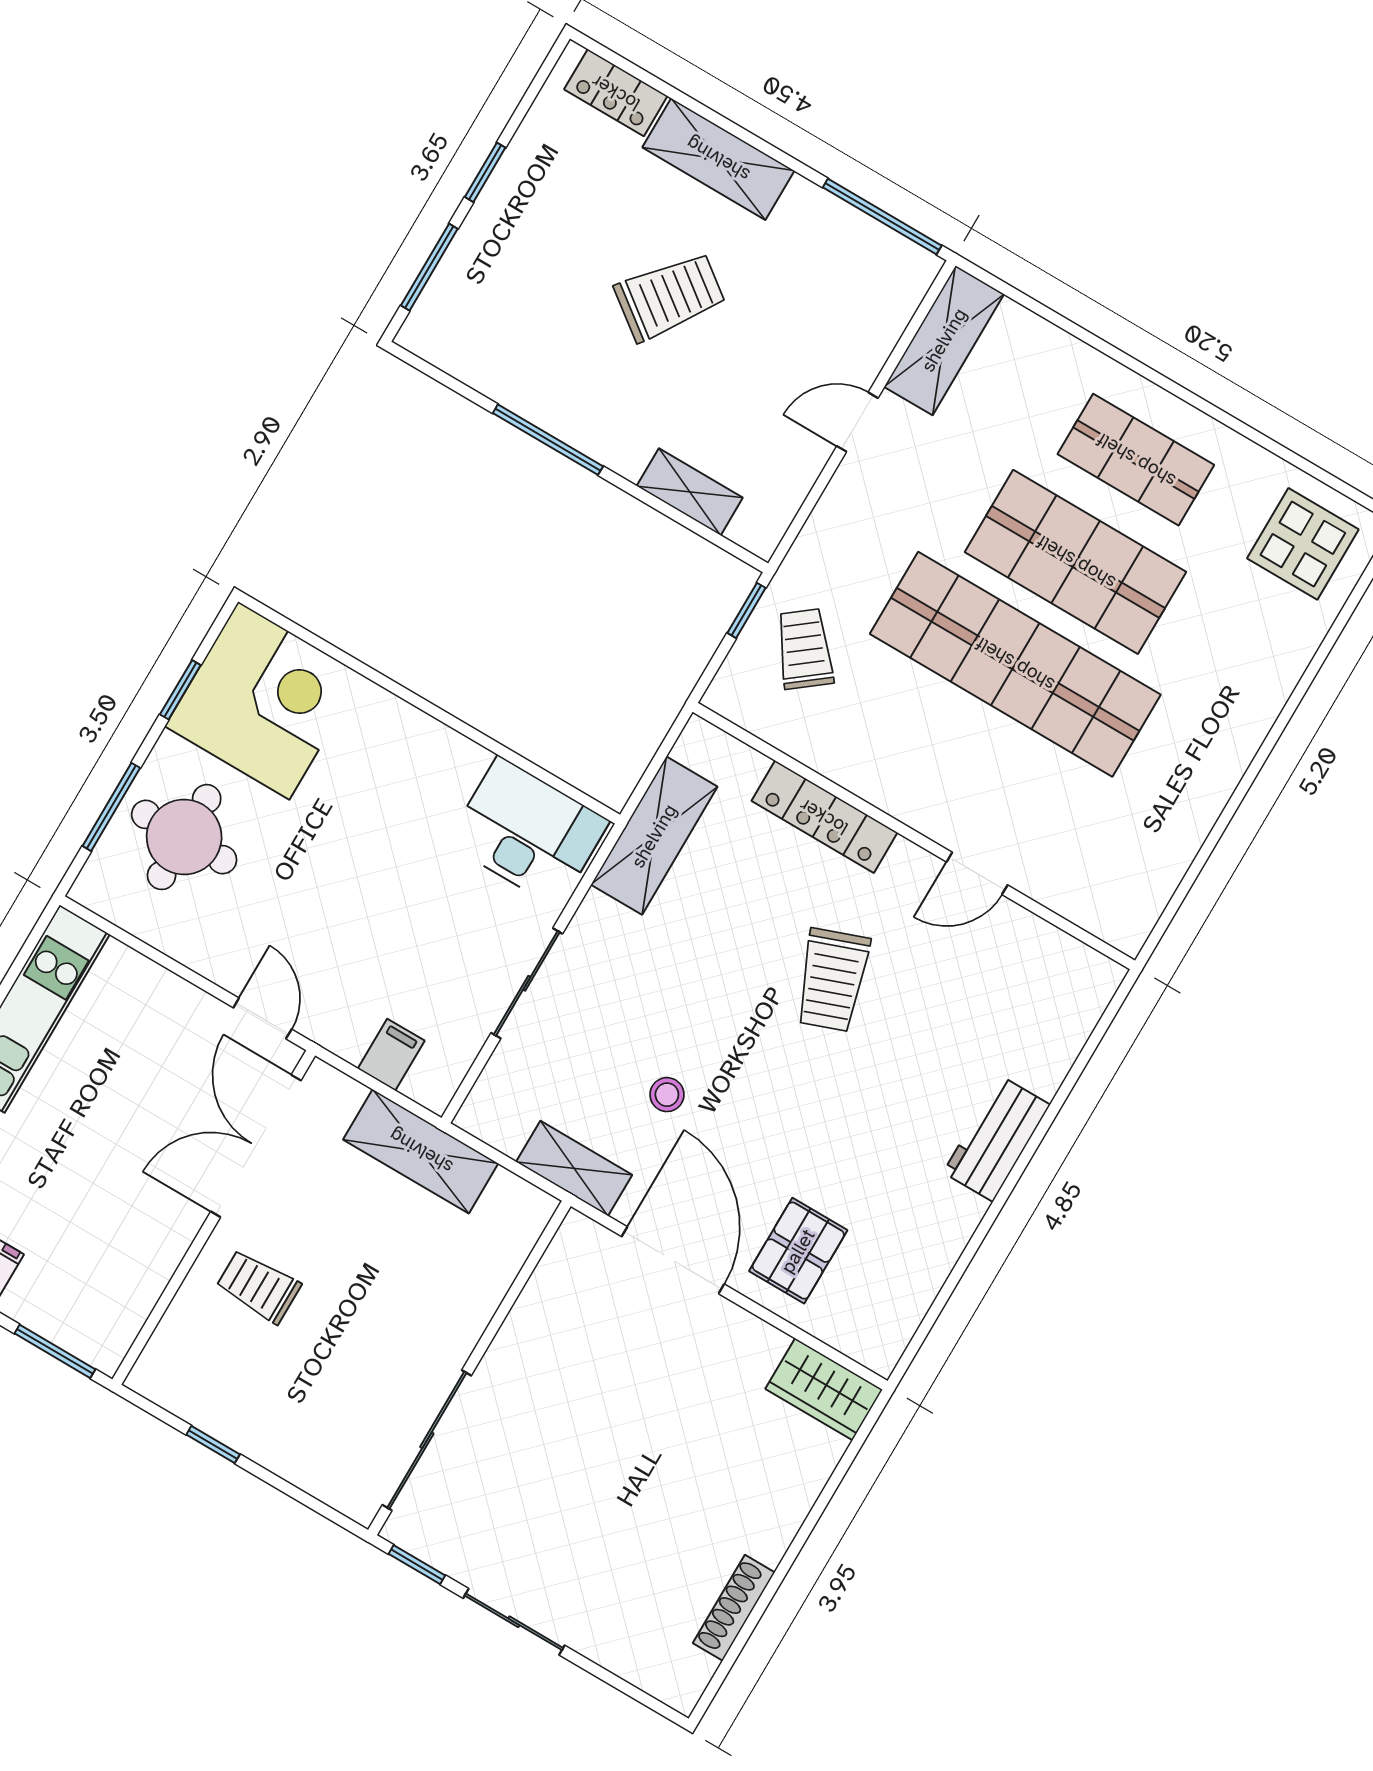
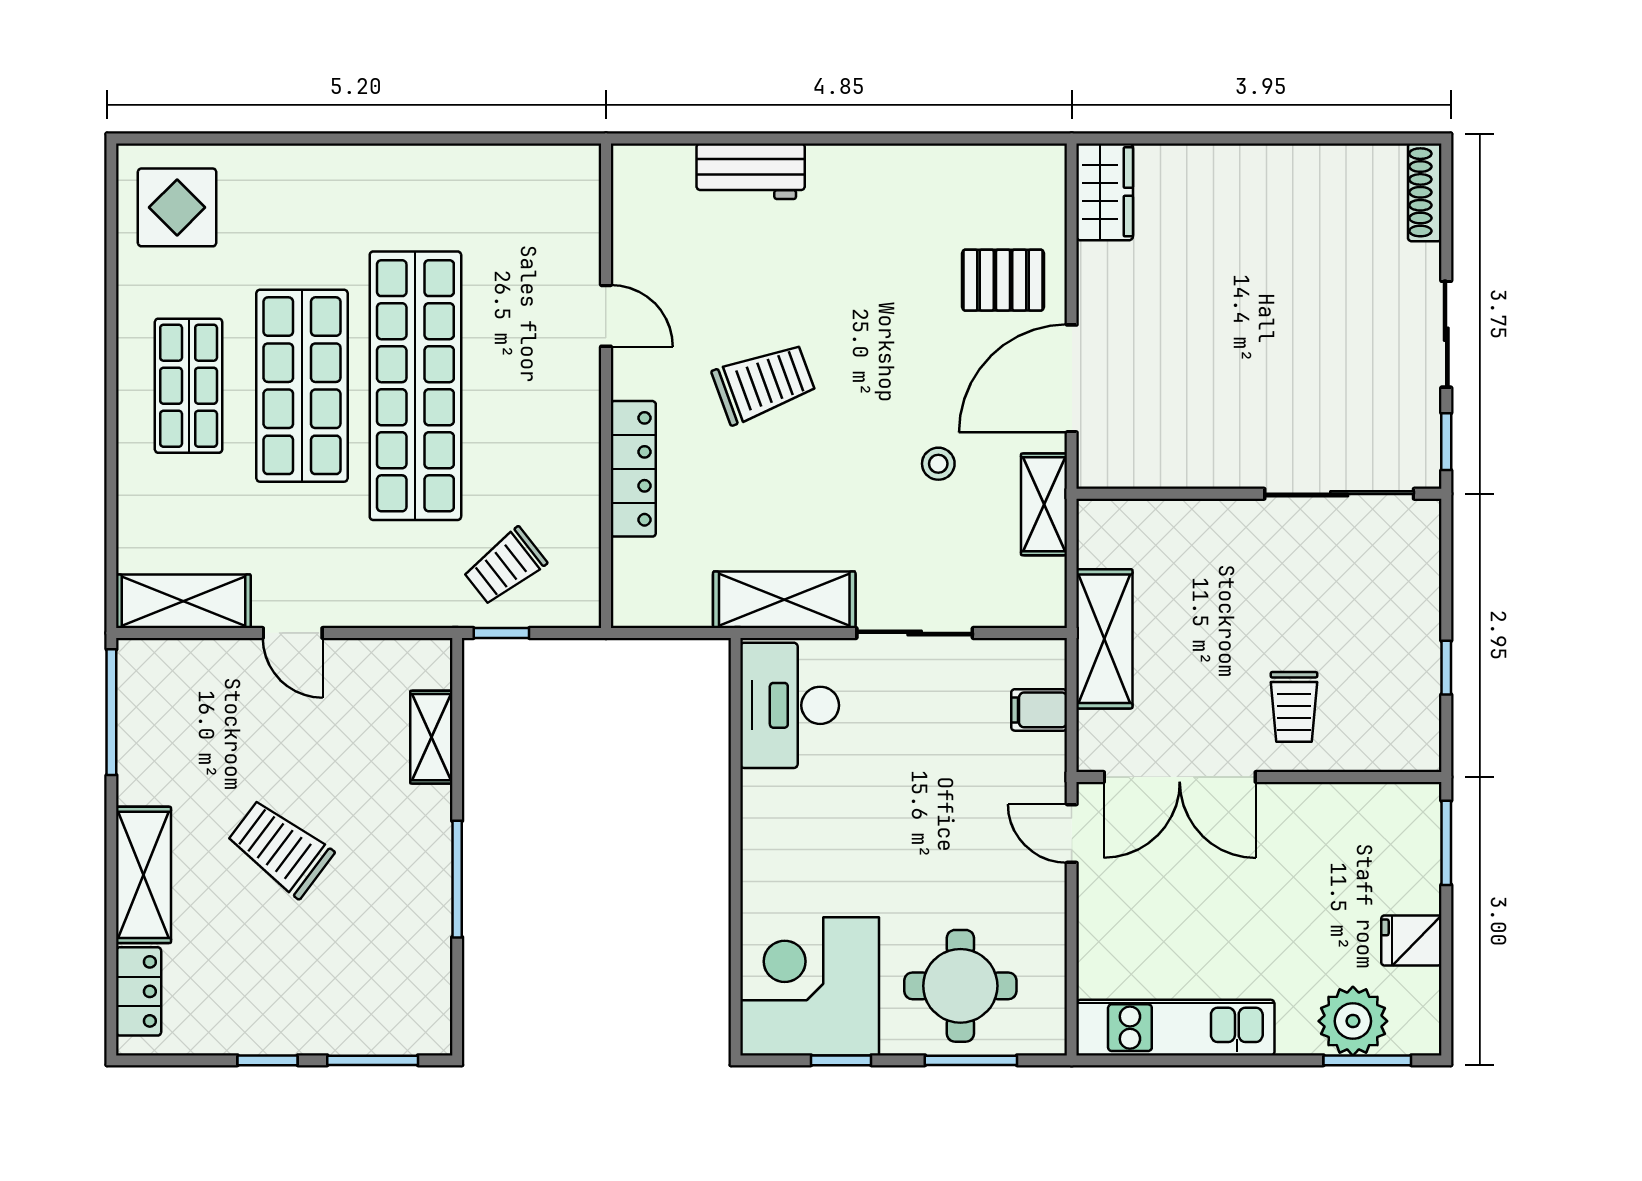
shelving: (654, 836) -> (784, 600), moved
door: (262, 1018) -> (1072, 833), hinge flipped
workbench: (997, 1139) -> (751, 171), moved
shoe rack: (734, 1608) -> (1425, 192), moved, turned 90

